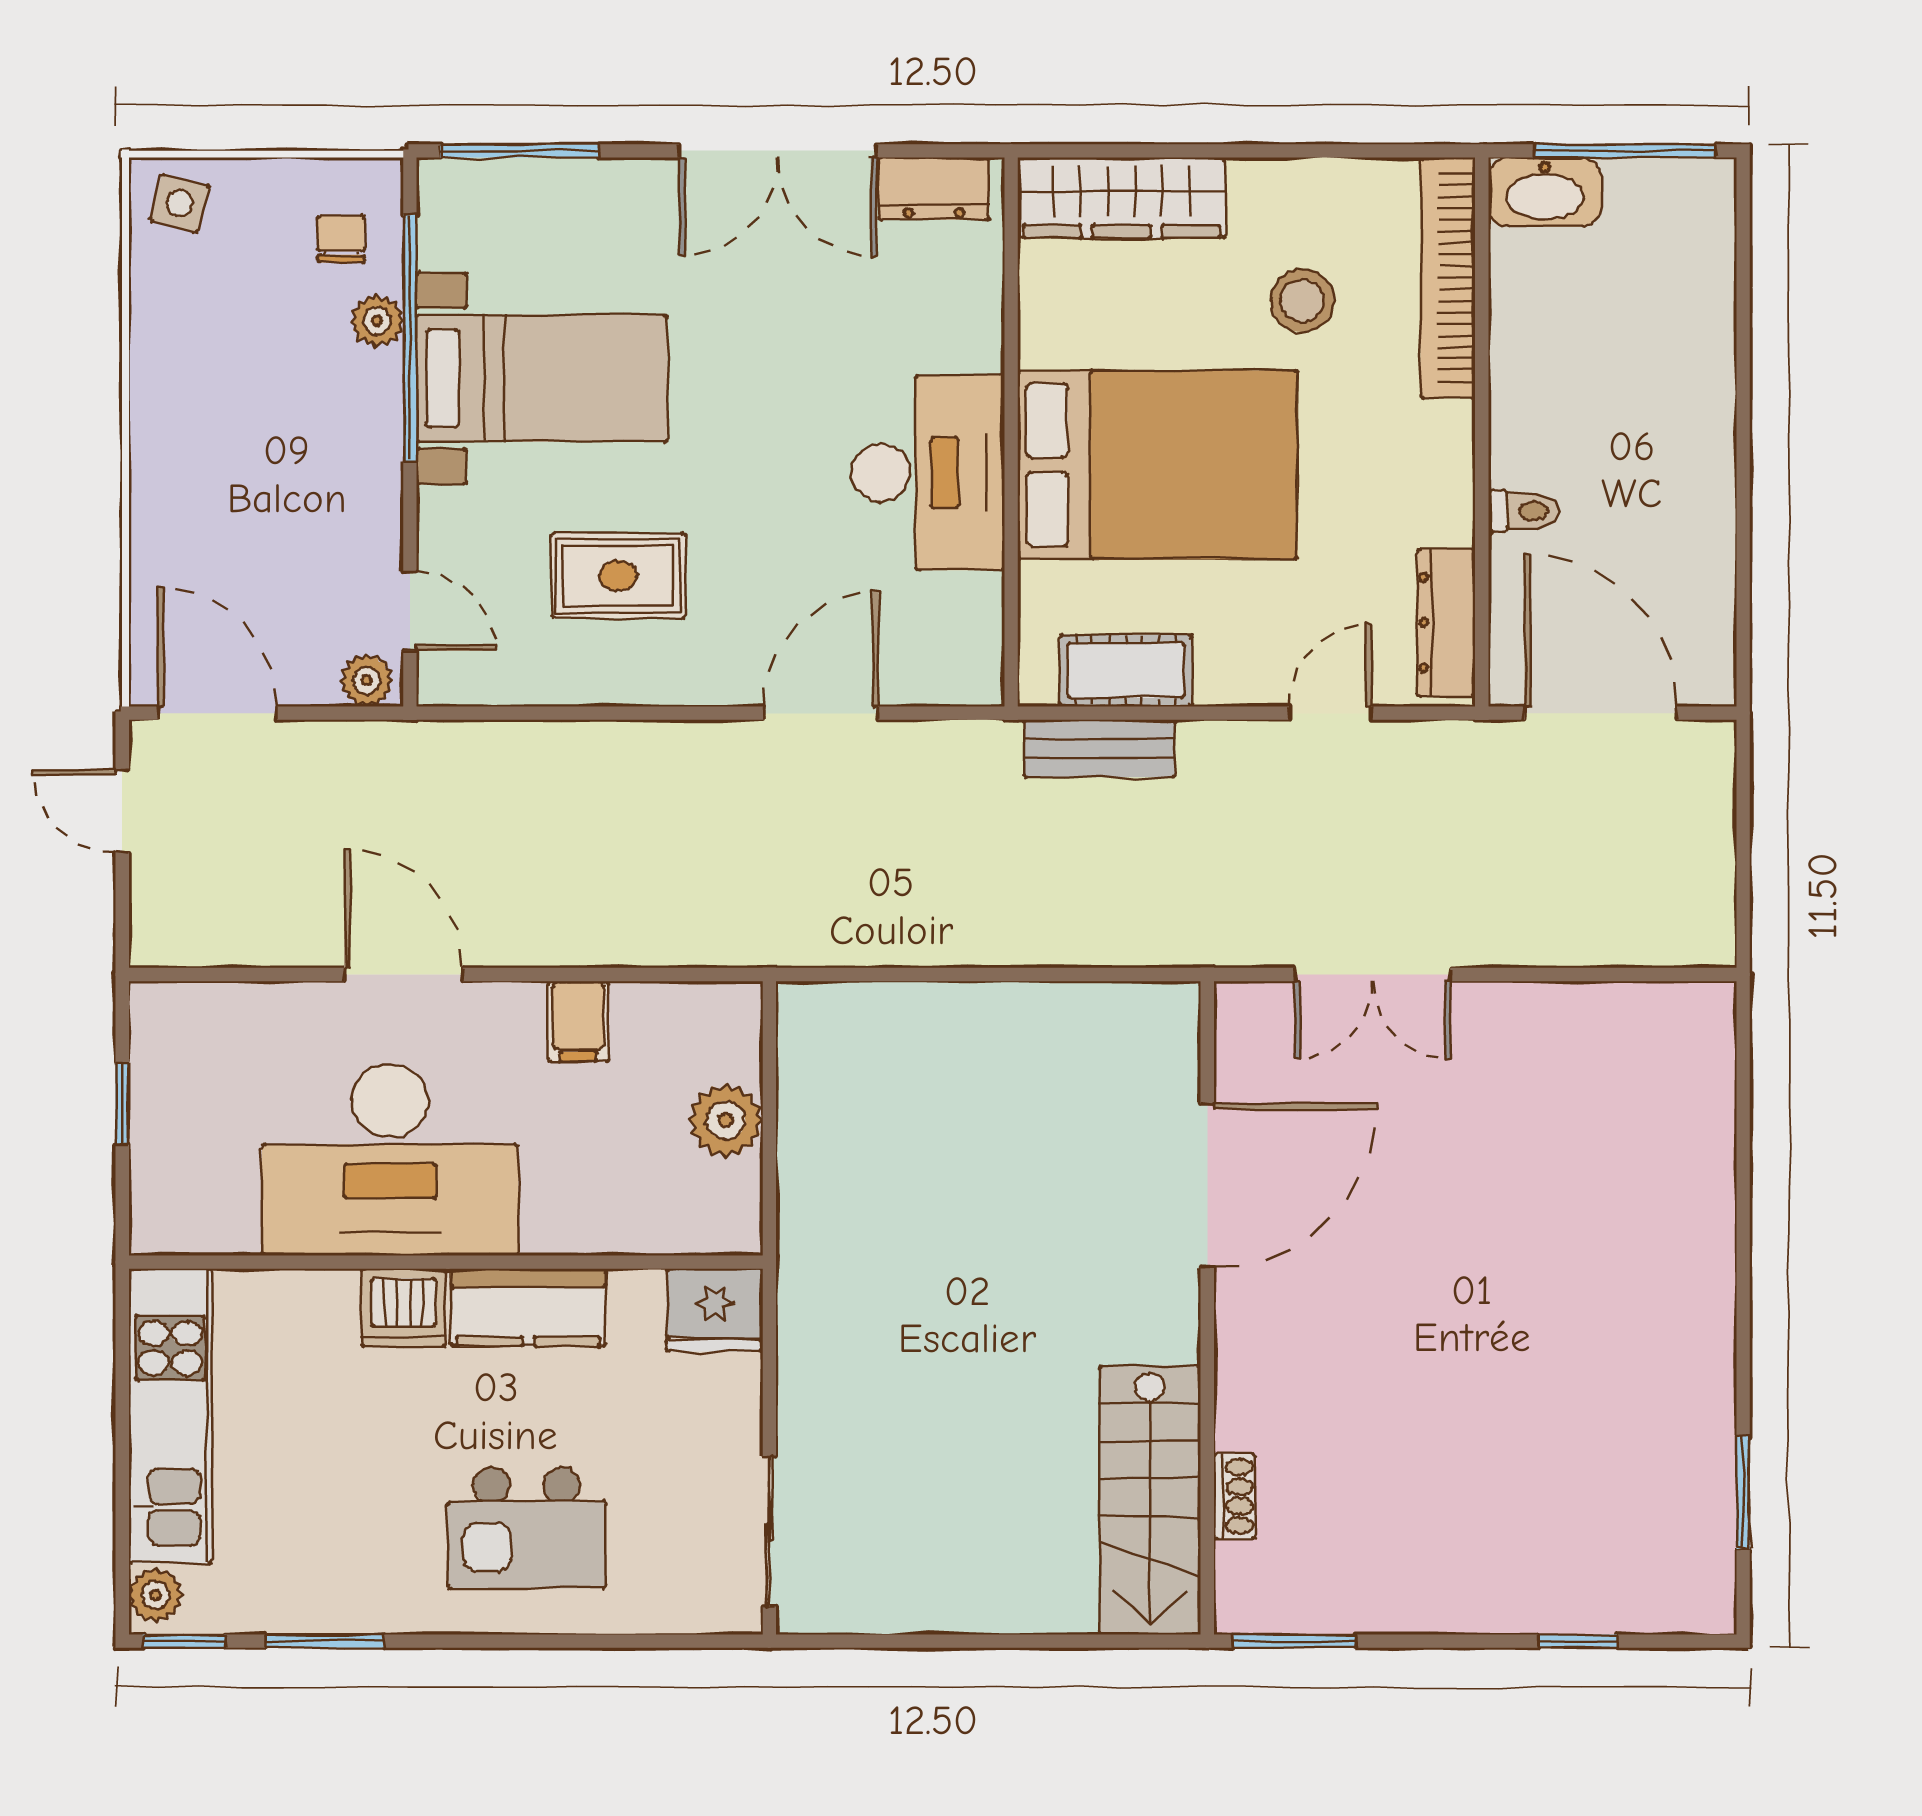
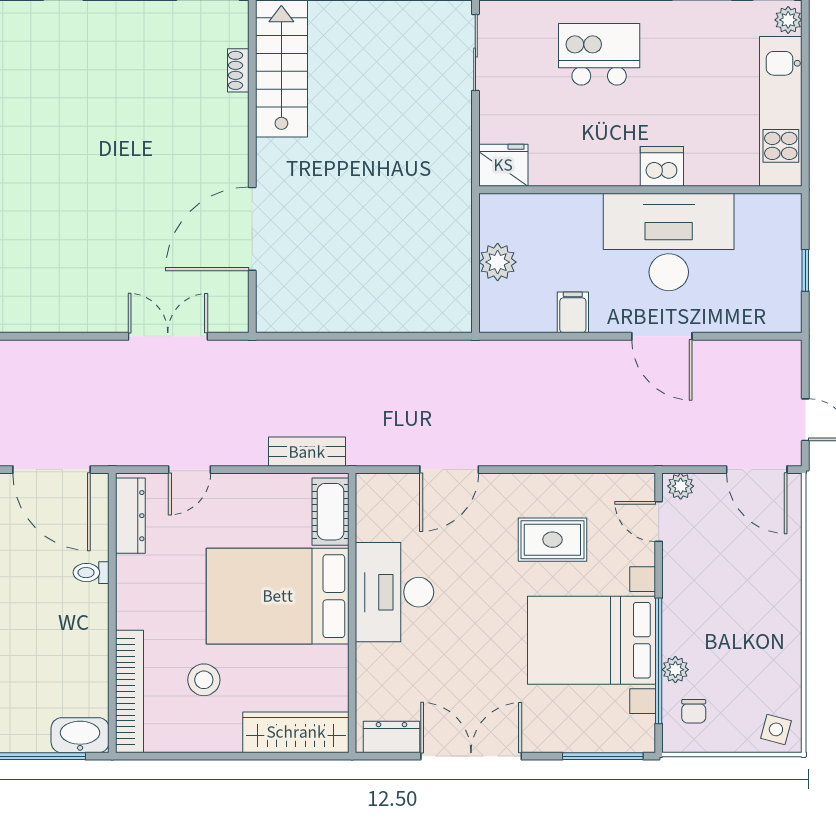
bed with nightstands: (542, 378) -> (591, 640), width x1.36
cot: (1126, 671) -> (330, 512), moved, turned 90
kitchen counter: (528, 1307) -> (598, 167), removed

